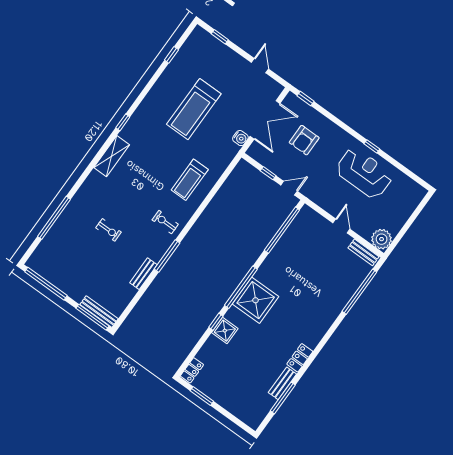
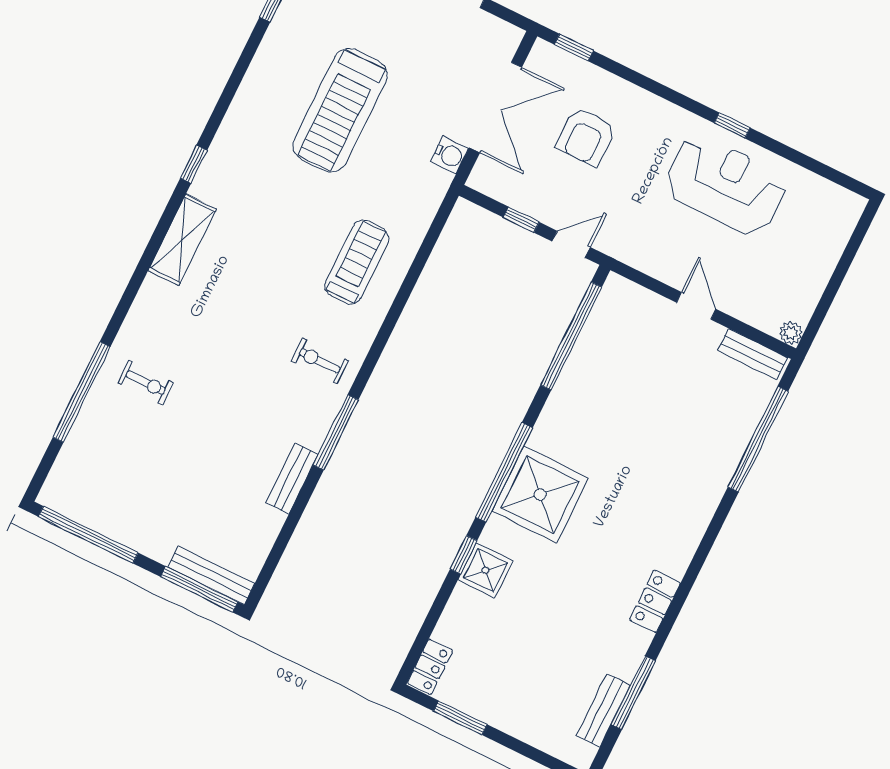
treadmill: (190, 180) -> (357, 262), turned 180
exercise bike: (109, 230) -> (146, 383), moved
plant: (382, 239) -> (791, 333), width x0.53, depth x0.53
bench: (282, 383) -> (603, 710), moved

